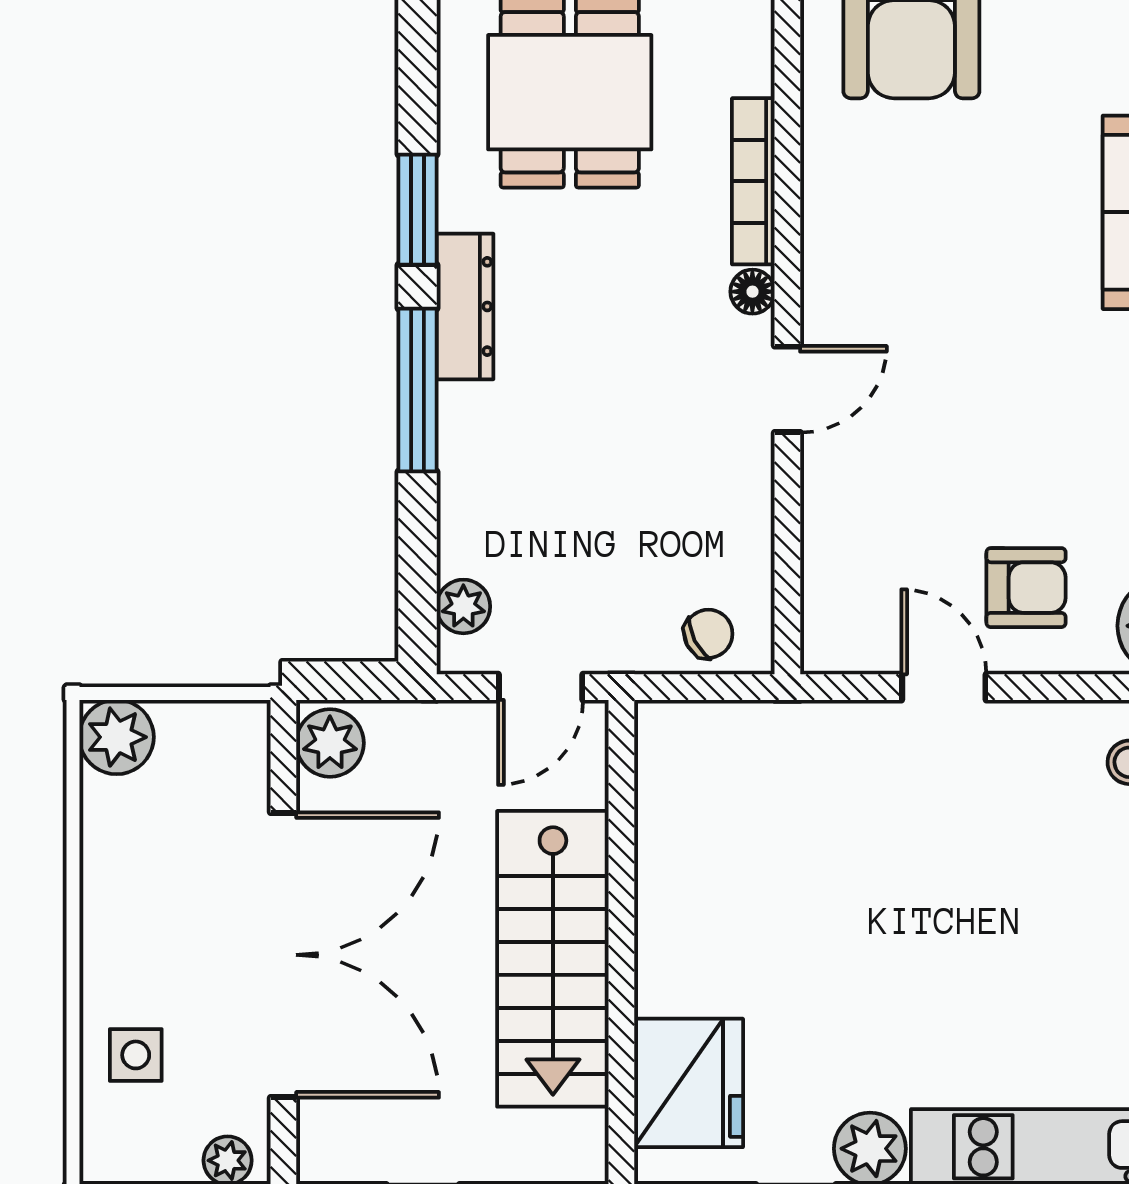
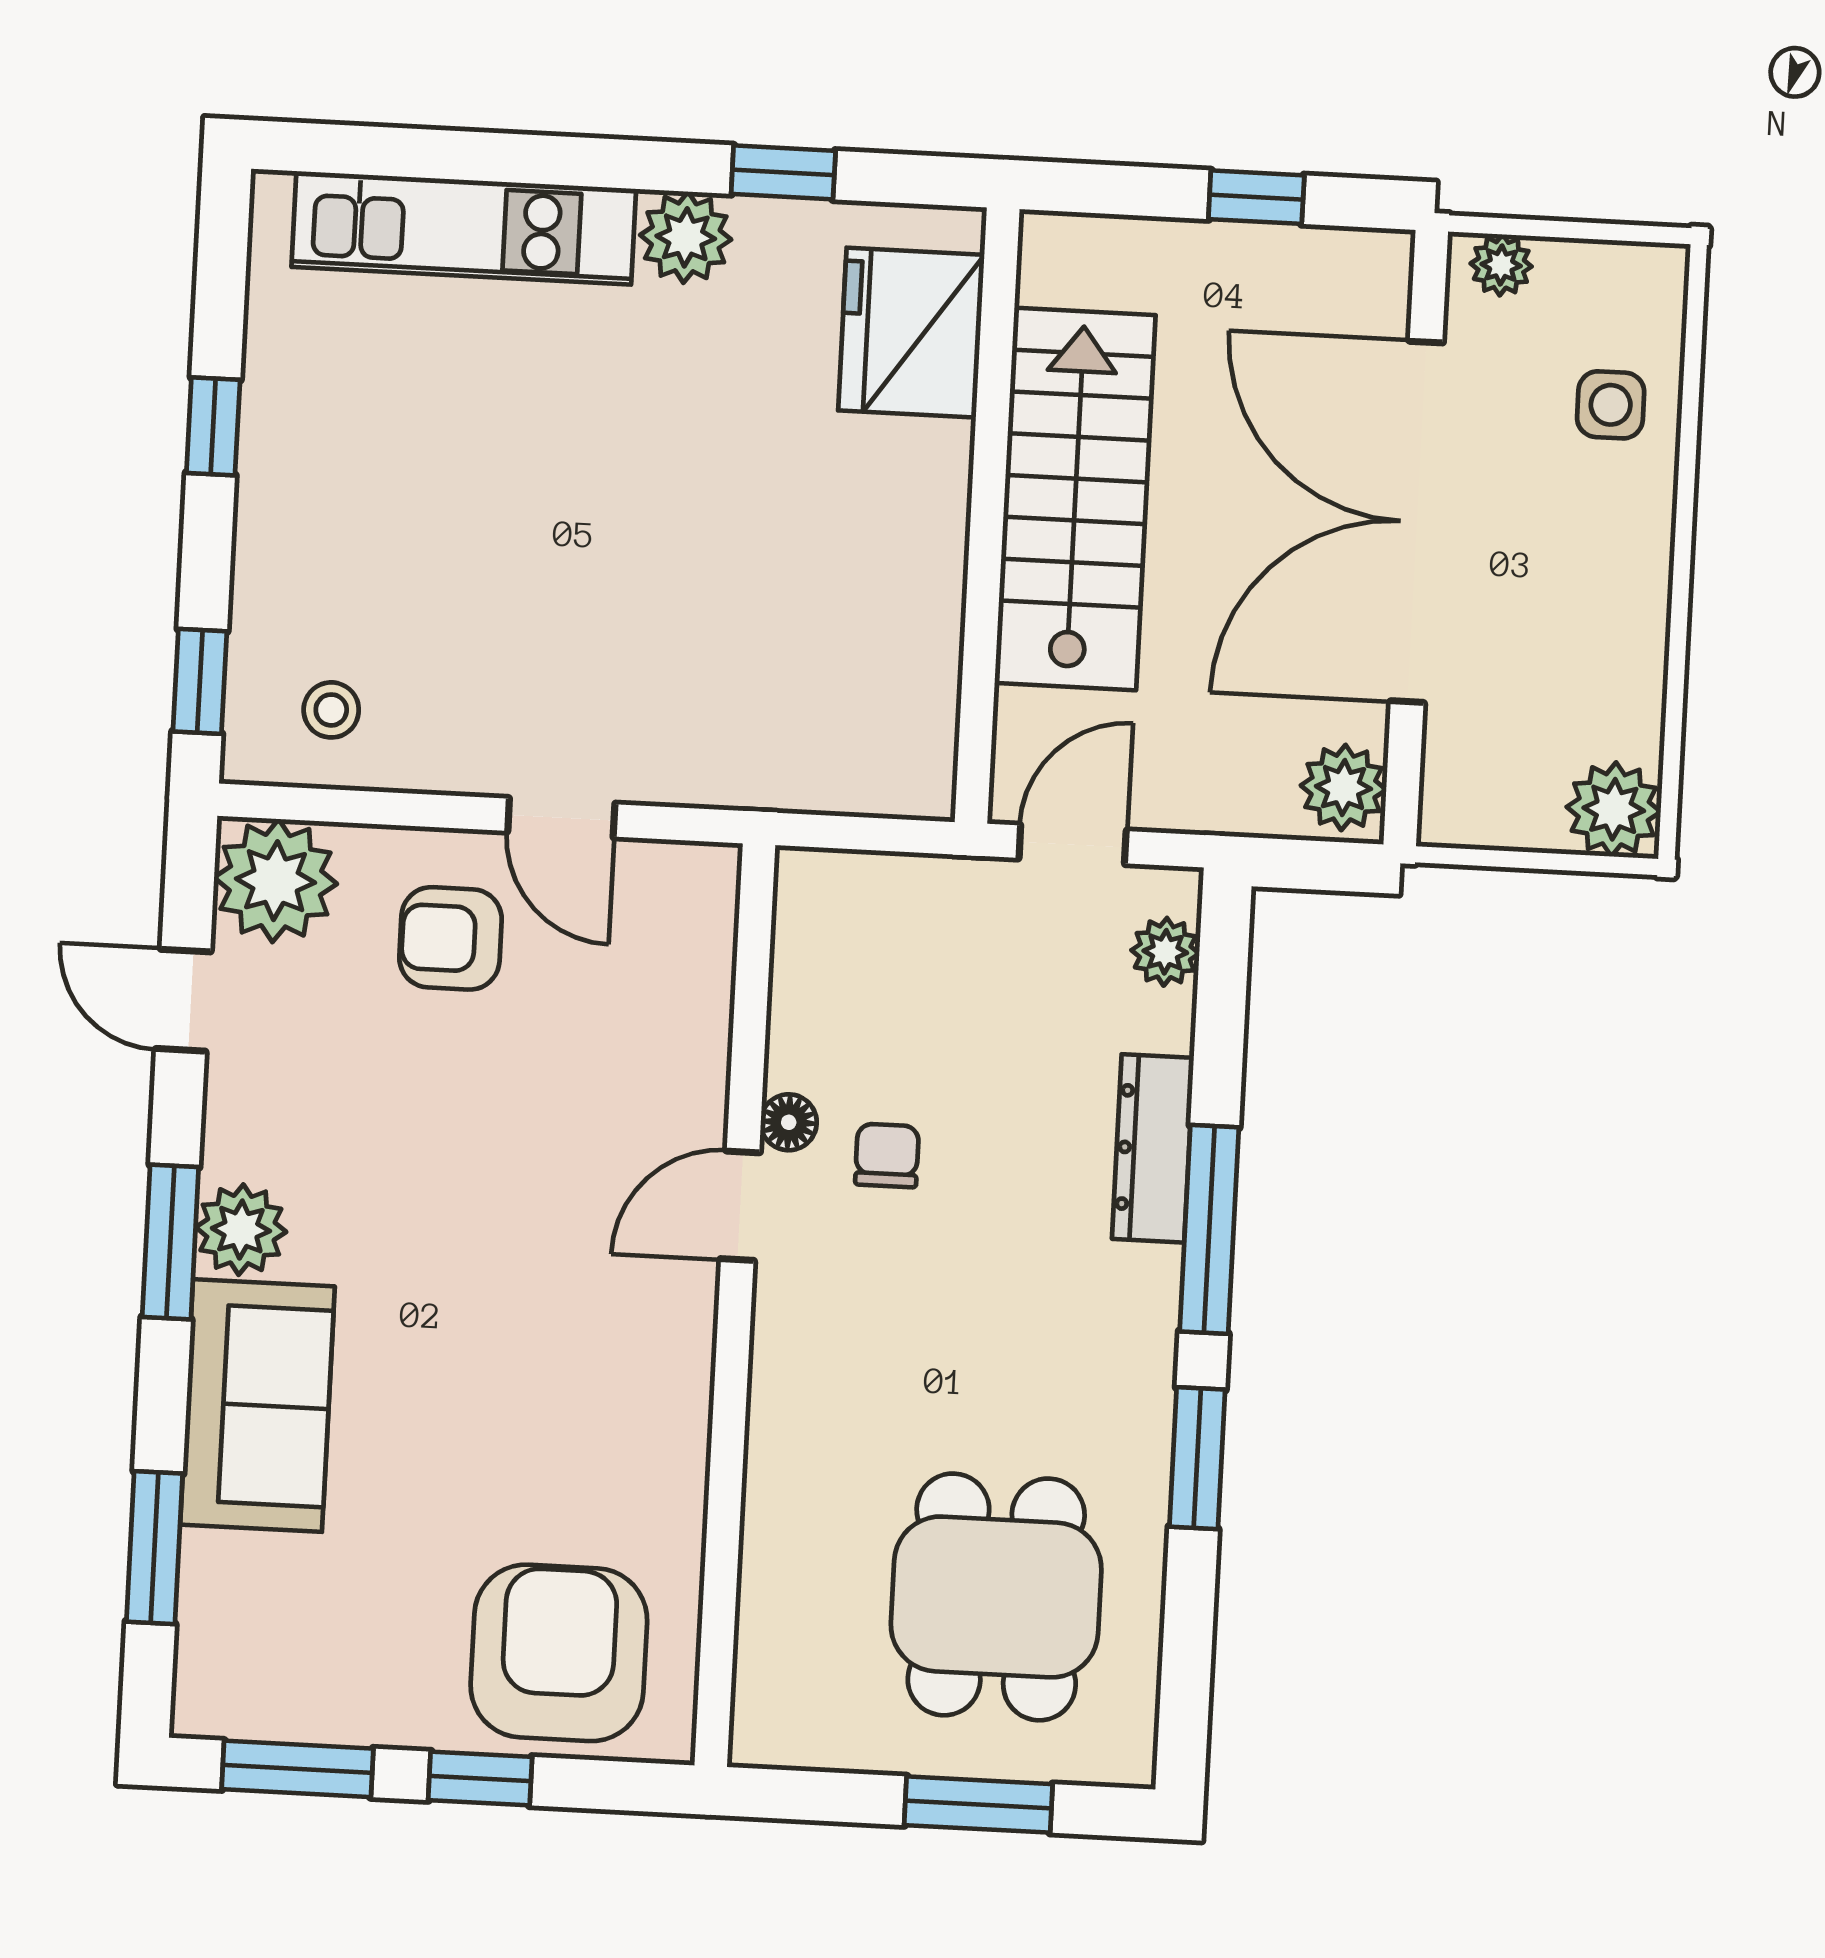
bookcase: (753, 181) -> (769, 1472), removed
floor lamp: (752, 292) -> (789, 1122), moved
dresser: (465, 306) -> (1153, 1148), moved
chair: (708, 634) -> (887, 1155), moved, turned 117

